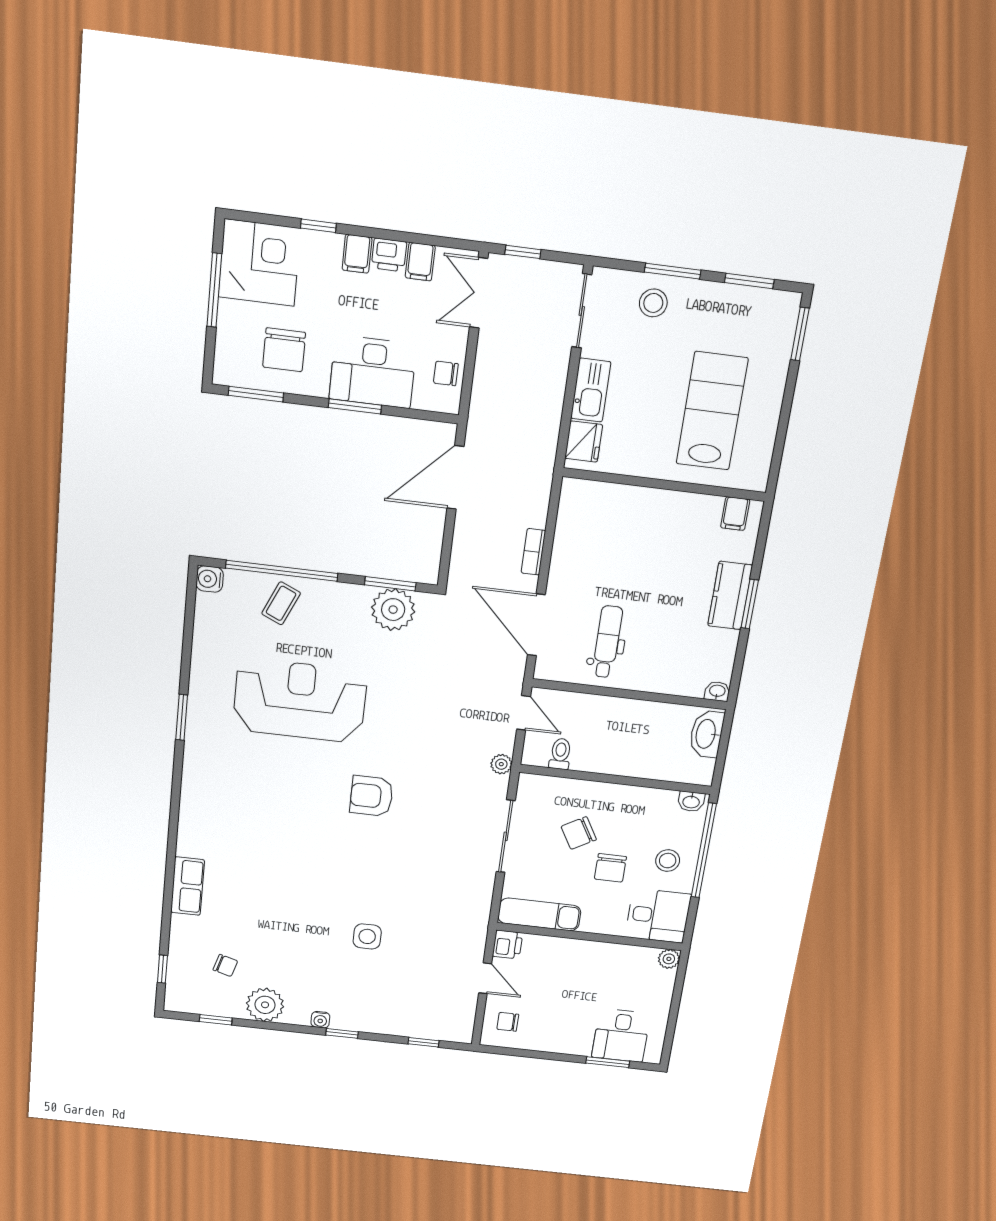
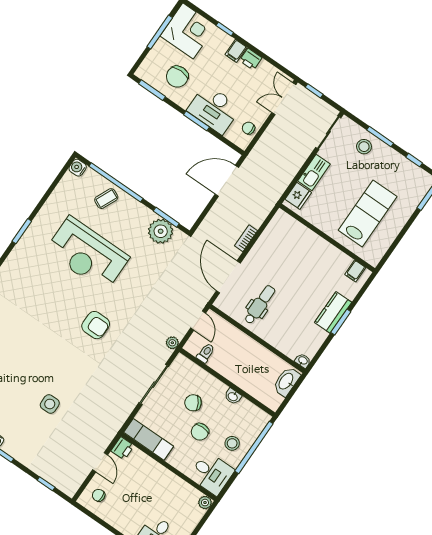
filing cabinet: (420, 262) -> (264, 70), removed
window: (749, 281) -> (414, 160), width x0.67
reception desk: (300, 700) -> (87, 254), turned 180
armchair: (371, 796) -> (96, 325), turned 180
washbasin: (691, 802) -> (233, 396), moved

